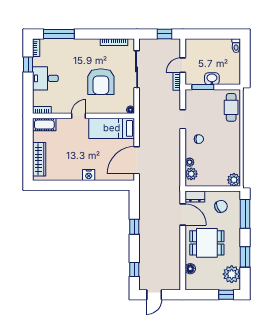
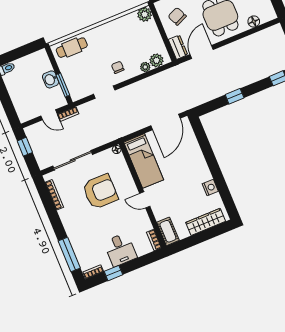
door: (137, 160) -> (166, 122), hinge flipped
nightstand: (89, 175) -> (210, 188), moved

